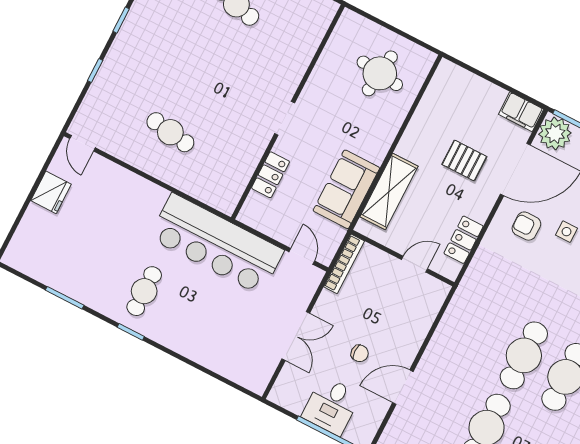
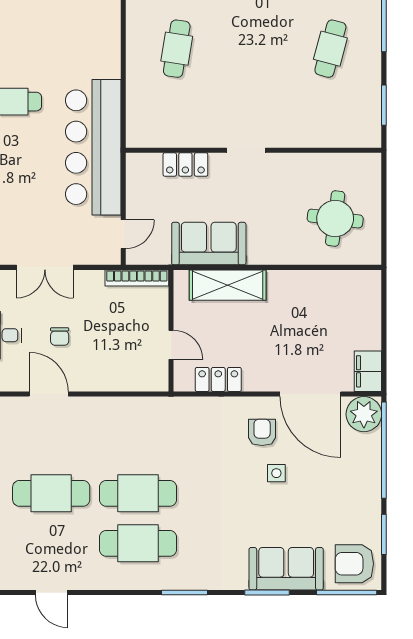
pallet: (464, 160) -> (294, 341), removed

